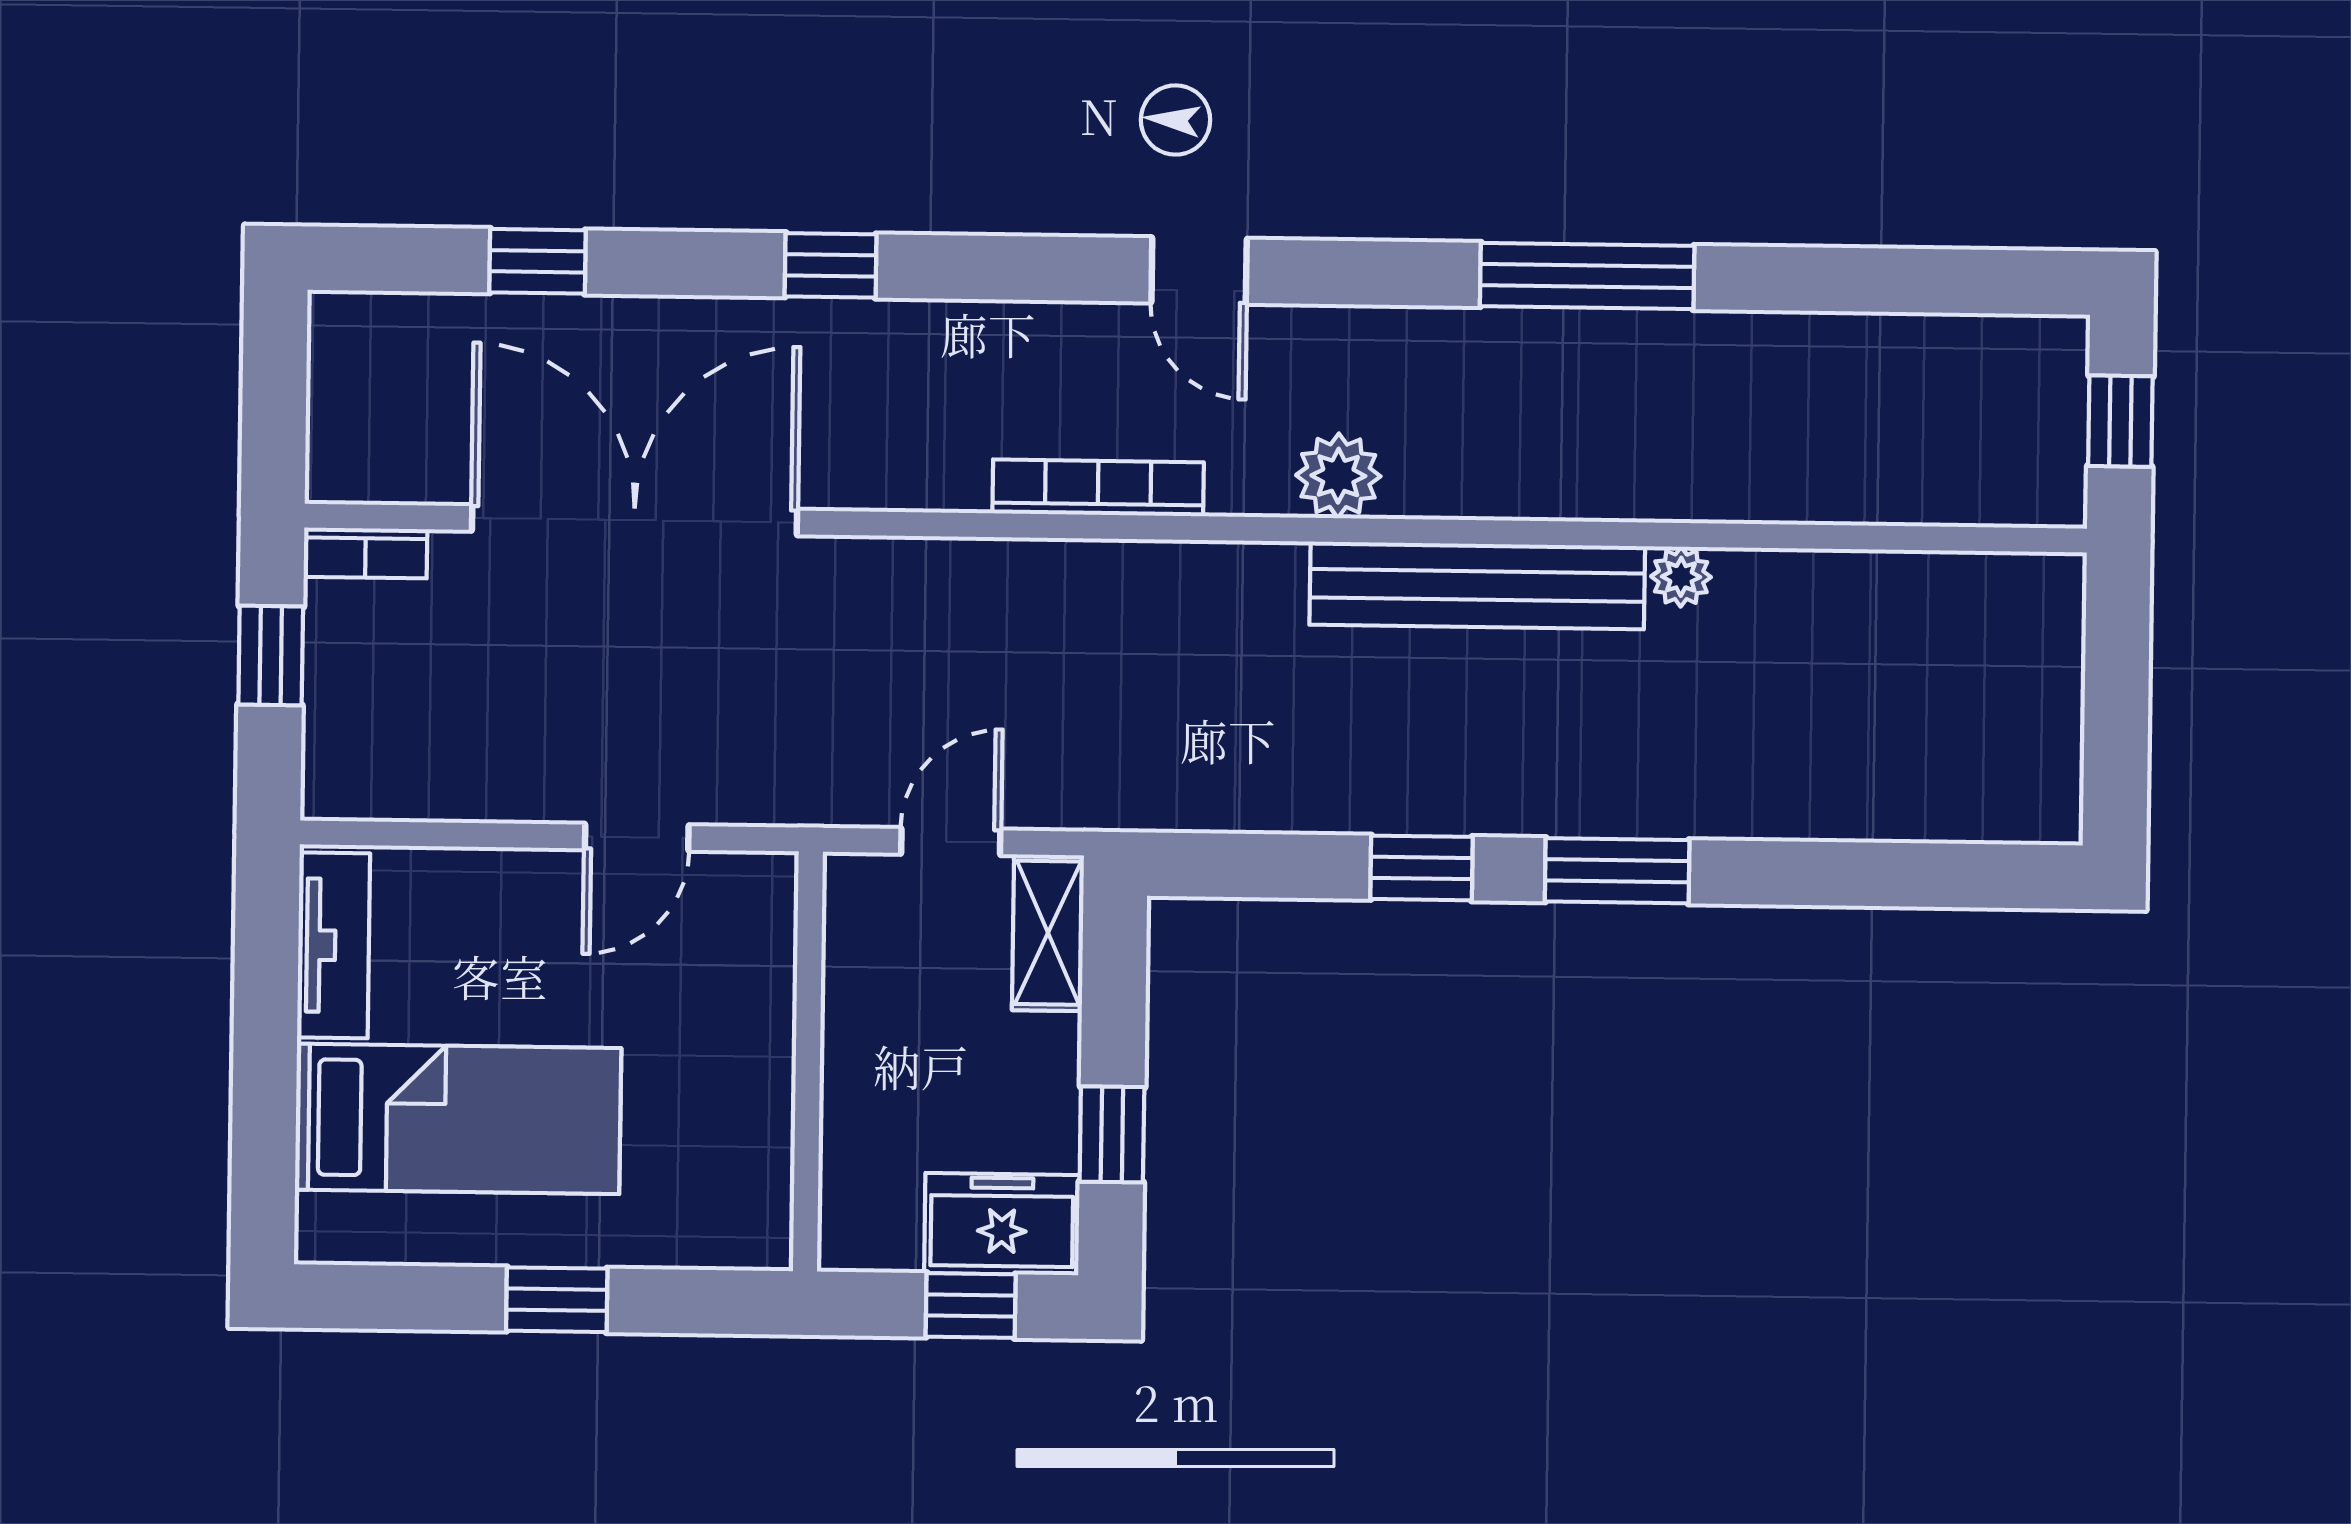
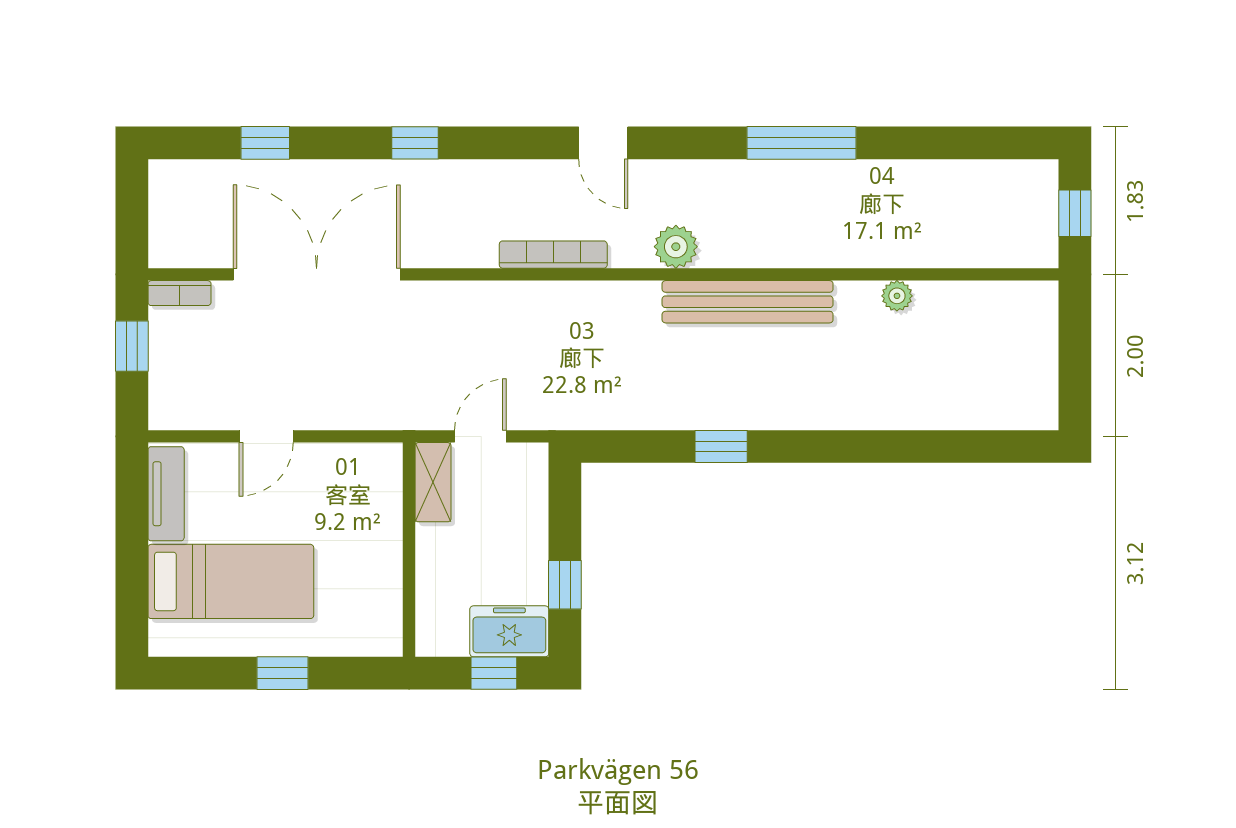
plant: (1681, 577) -> (897, 296), moved
door: (637, 837) -> (266, 436), moved
window: (1617, 871) -> (821, 446), removed
shelving: (1048, 933) -> (433, 482), moved

